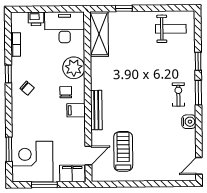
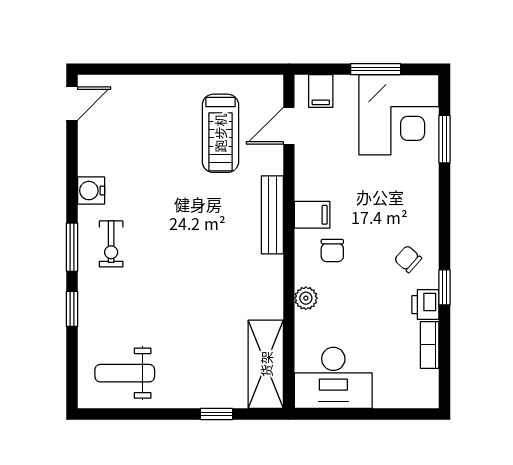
printer: (36, 19) -> (425, 305), moved, turned -90
plant: (74, 68) -> (306, 298), width x0.53, depth x0.53
filing cabinet: (72, 173) -> (321, 91), width x0.50

